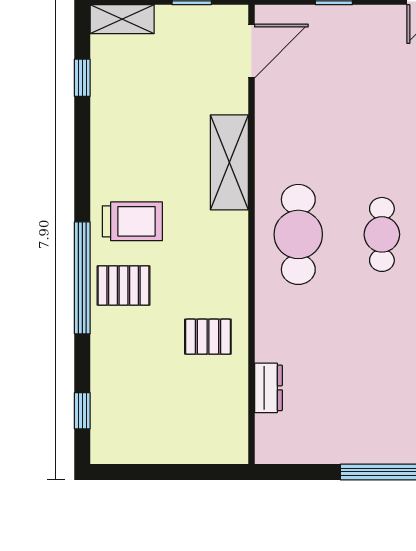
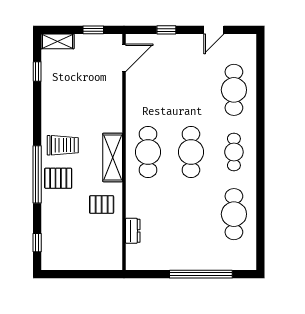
shelving: (229, 162) -> (113, 157), moved
cafe table: (382, 234) -> (191, 152), width x1.37, depth x1.35

